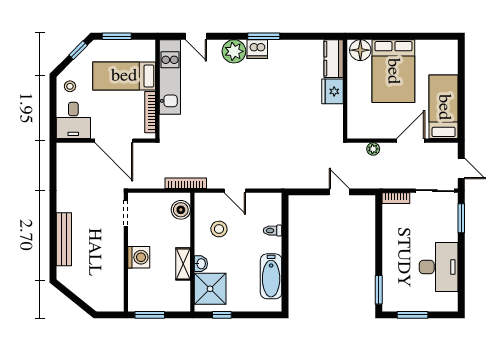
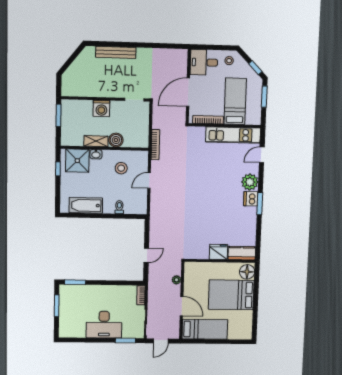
boiler: (181, 210) -> (116, 140), moved
desk: (439, 267) -> (104, 325), moved

